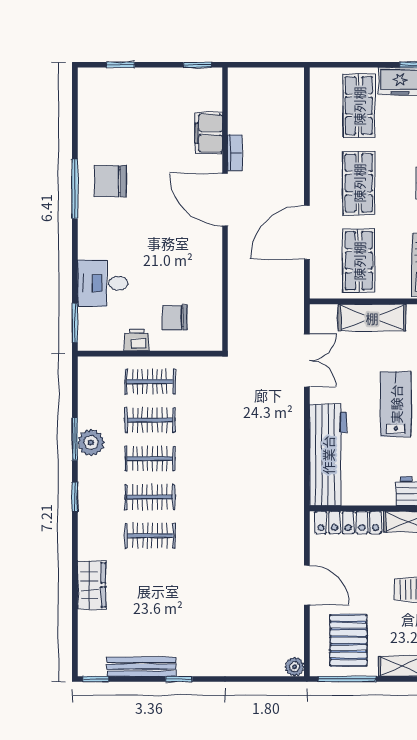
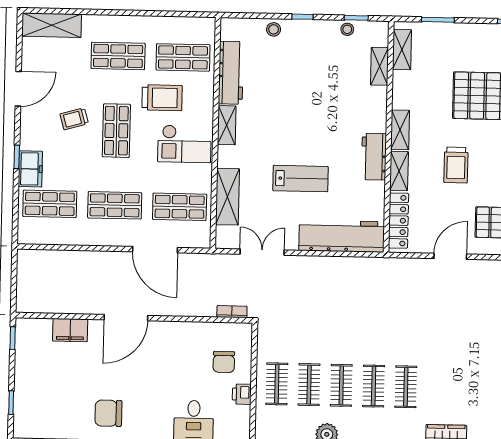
bookcase: (235, 153) -> (232, 312), moved
chair: (110, 181) -> (108, 413), turned 90
lab bench: (396, 404) -> (300, 179), turned 180

